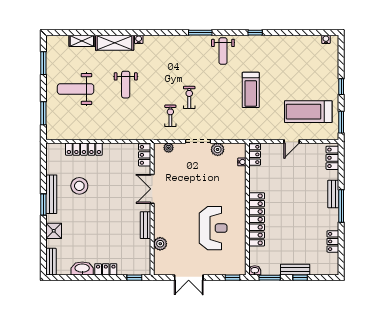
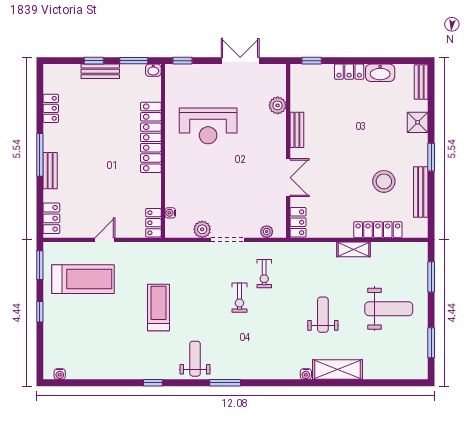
shelving: (82, 41) -> (354, 249), moved
bench: (51, 194) -> (421, 192), moved
reception desk: (213, 228) -> (208, 126), turned -90

